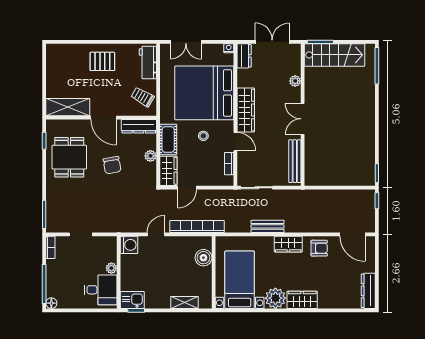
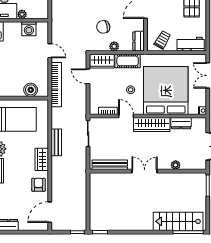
stairs: (335, 55) -> (178, 221), moved, turned 90
dresser: (244, 56) -> (181, 123), moved
dresser: (139, 126) -> (138, 41), width x0.70
door: (235, 141) -> (126, 116), swing flipped
chair: (112, 165) -> (103, 27), moved
washing machine: (129, 245) -> (29, 29), moved
armchair: (319, 248) -> (38, 185), turned 180

